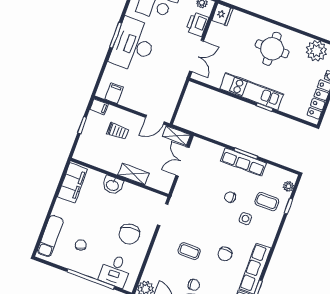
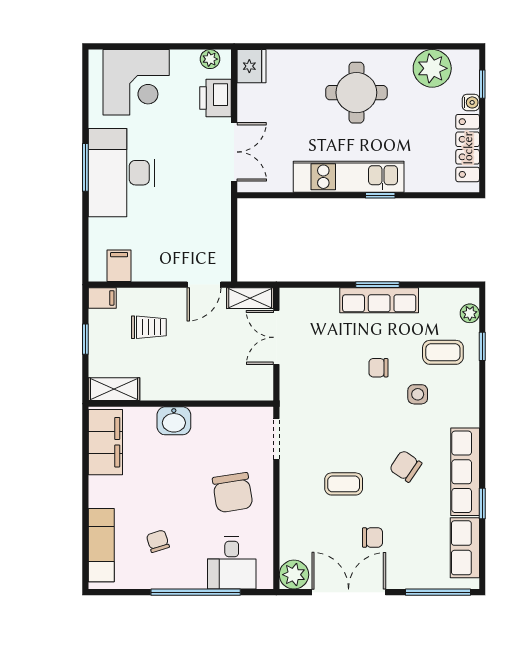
shelving: (134, 174) -> (114, 389), moved
chair: (225, 254) -> (406, 466), turned 124

